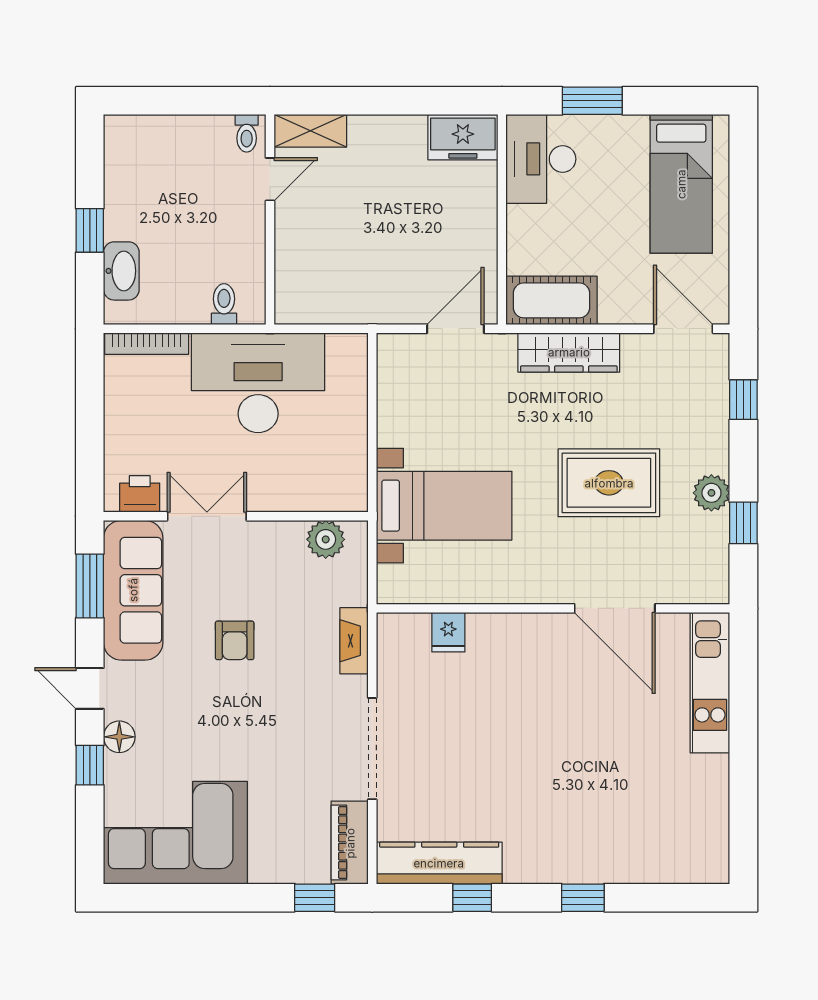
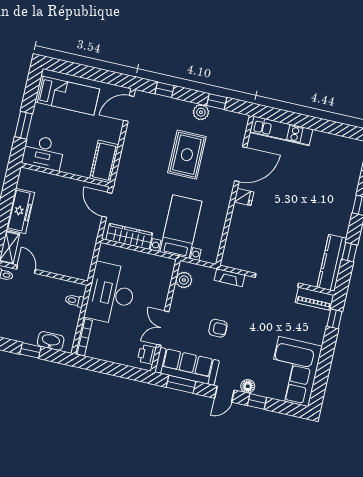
freezer: (463, 137) -> (20, 211), moved, width x1.40
wardrobe: (569, 352) -> (129, 236), moved, turned -90
fridge: (448, 632) -> (244, 197), moved

